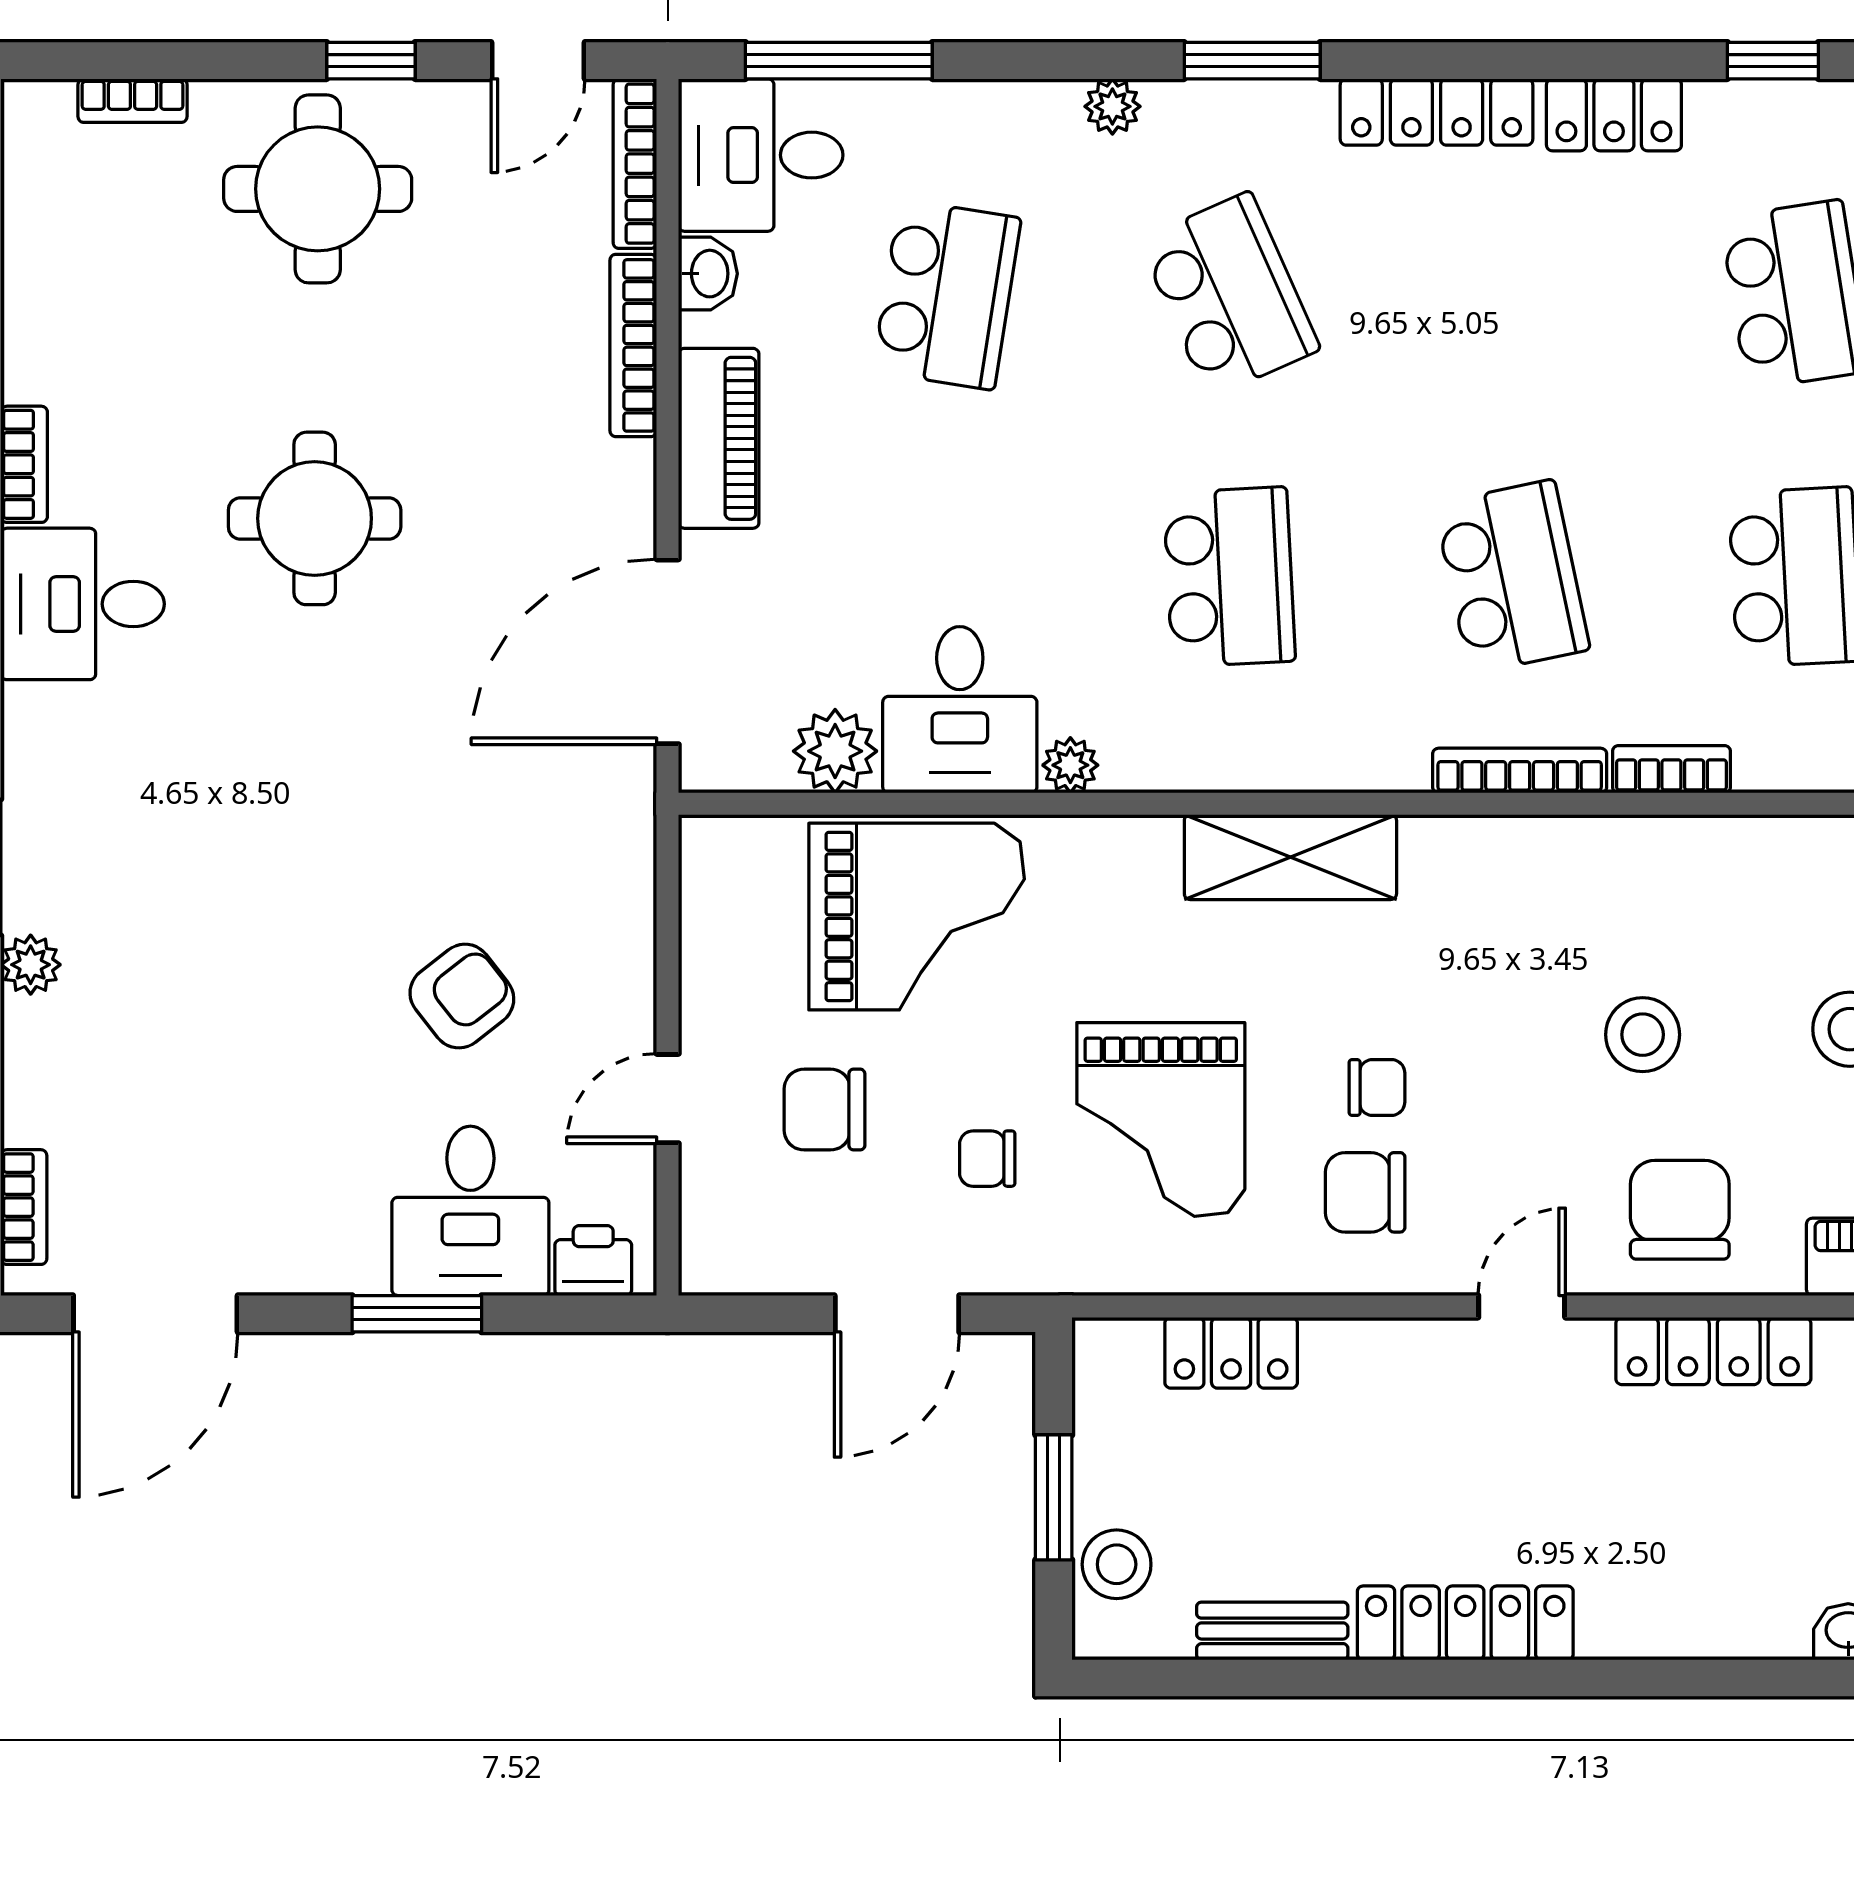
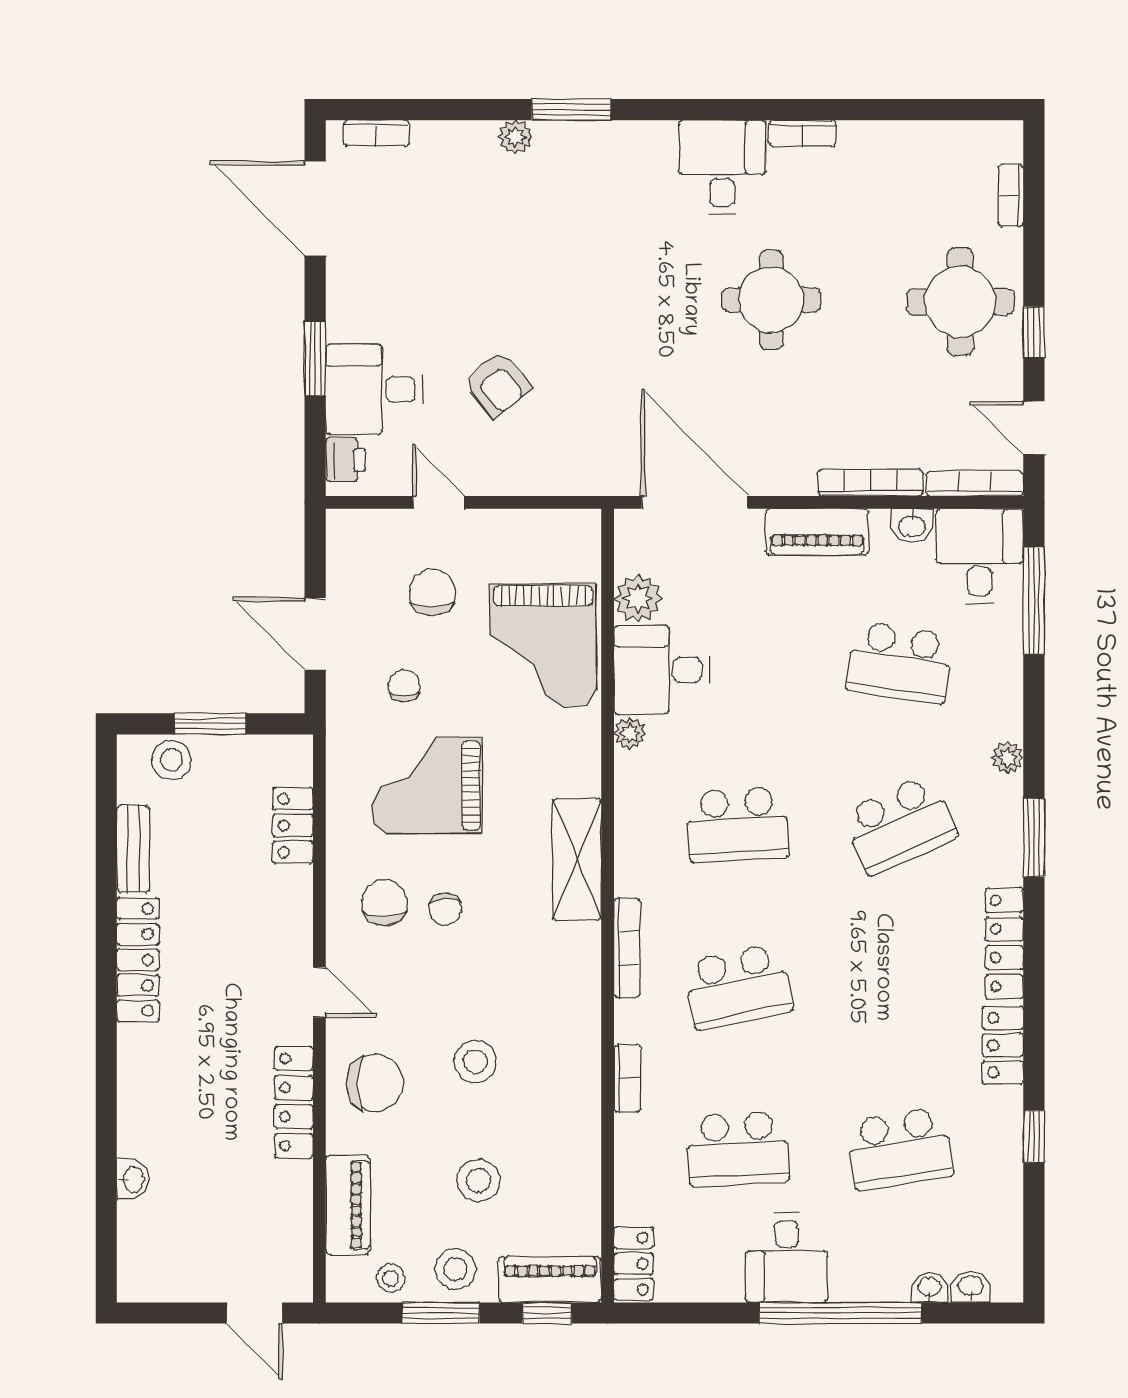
bookcase: (1520, 771) -> (627, 948), moved

